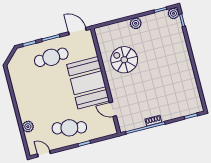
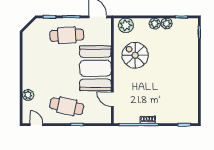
plant: (173, 13) -> (167, 23), moved
plant: (107, 32) -> (126, 25), added

